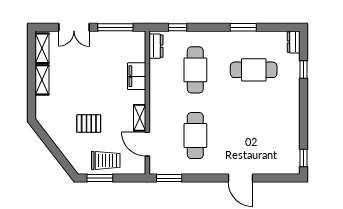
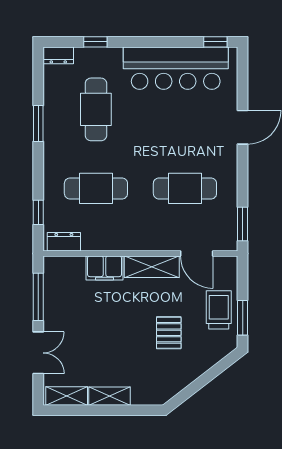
shelving: (140, 118) -> (152, 267), width x1.50, depth x1.33
bar counter: (284, 129) -> (176, 68), added
door: (147, 144) -> (197, 253), hinge flipped

